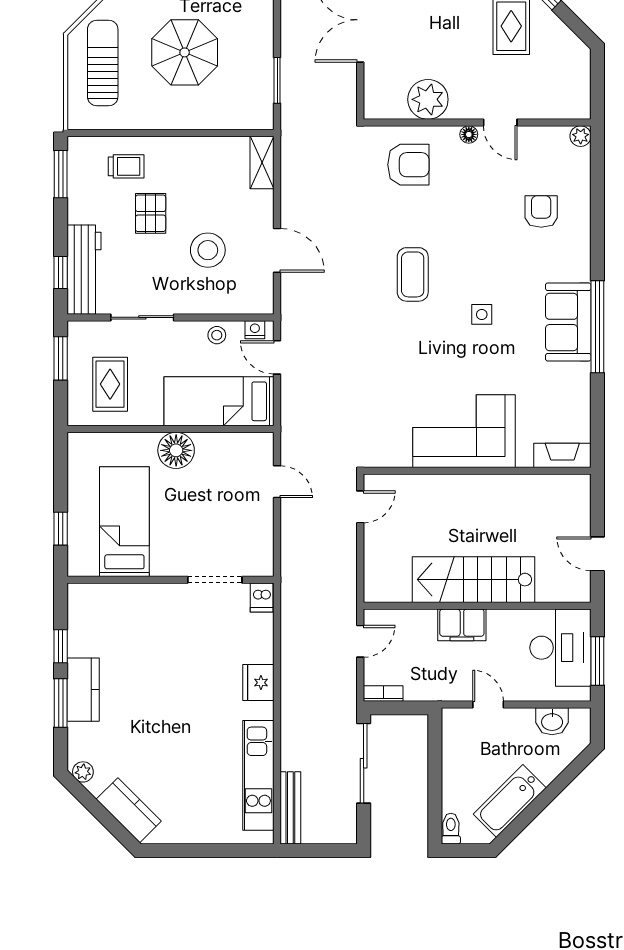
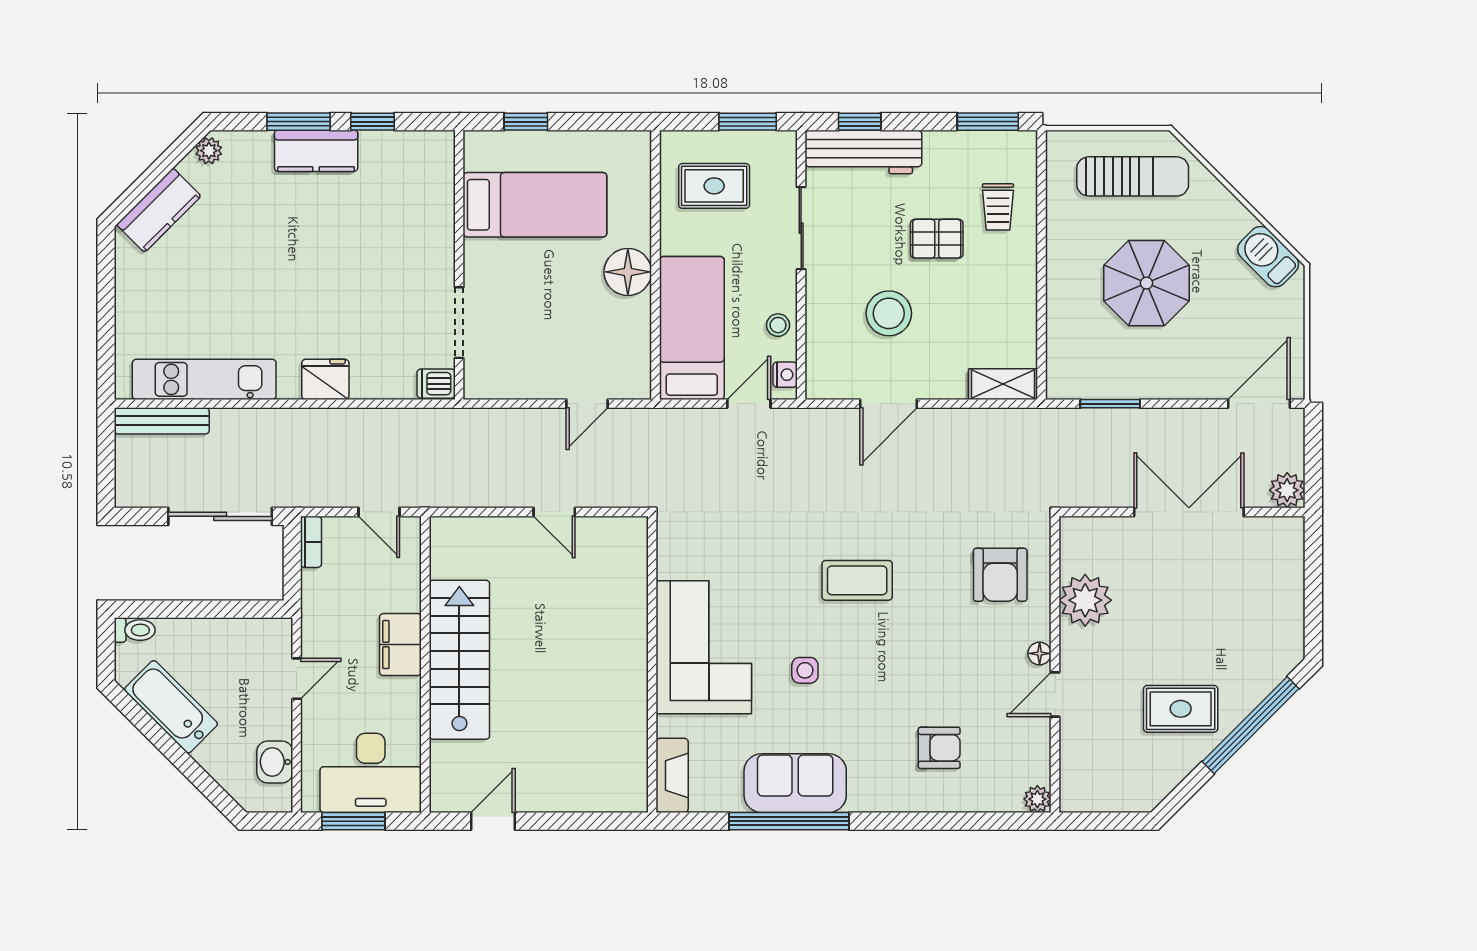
corner sofa: (464, 431) -> (704, 647), moved
fireplace: (562, 455) -> (672, 775), moved
wall: (477, 471) -> (652, 664), moved

